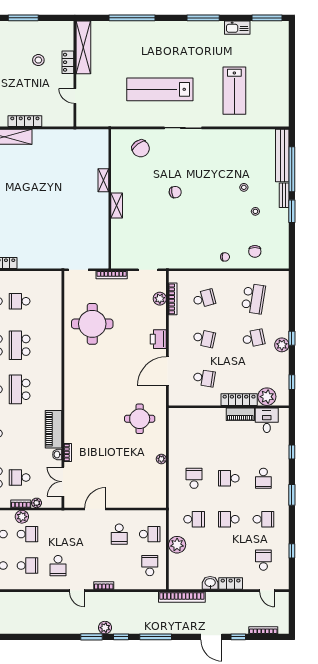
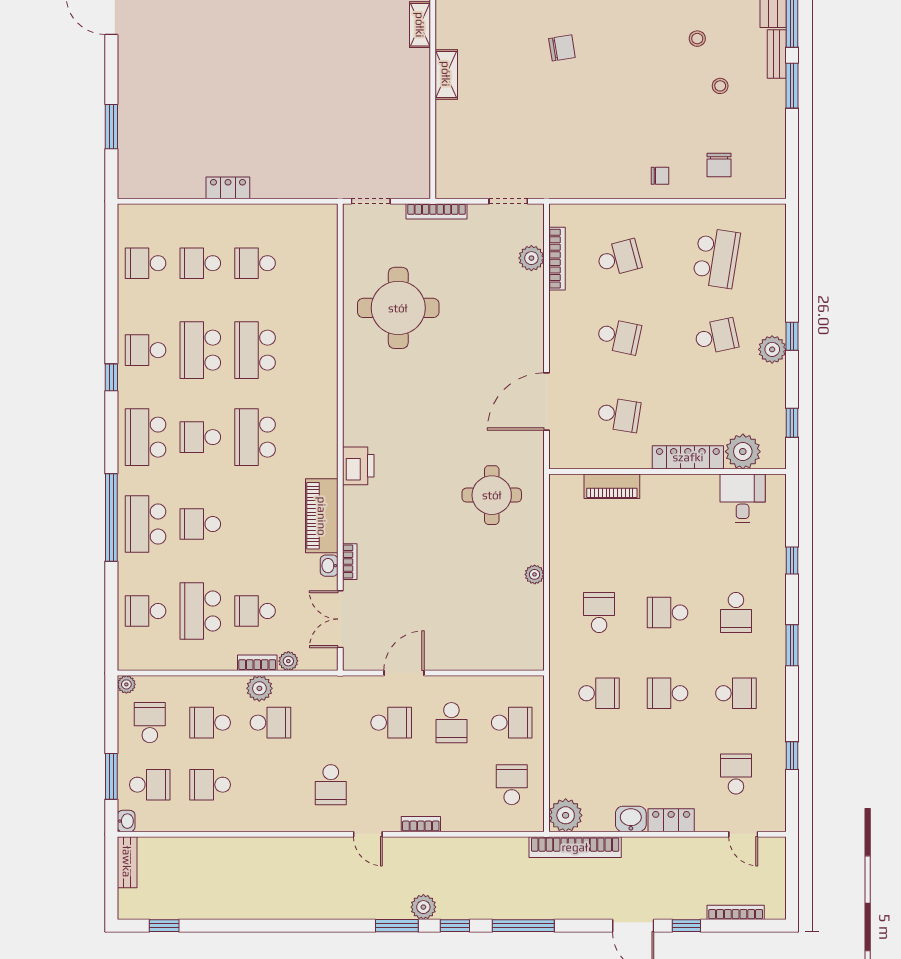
printer: (158, 339) -> (358, 466), moved, turned 180
piano: (240, 414) -> (612, 486), moved
plant: (177, 545) -> (566, 815), moved
school desk: (27, 566) -> (391, 723), moved

